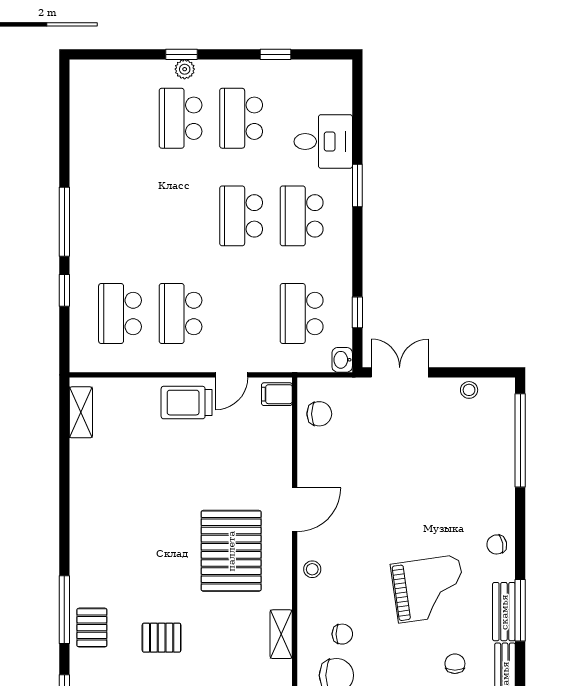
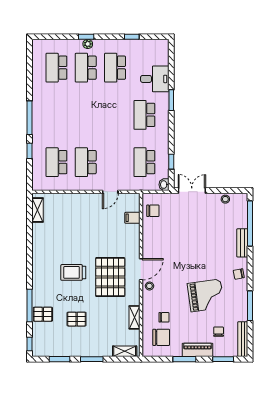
school desk: (241, 216) -> (56, 68), moved
filing cabinet: (277, 394) -> (132, 218), moved
trolley: (187, 403) -> (73, 272), moved
door: (295, 510) -> (141, 269), moved
bench: (504, 612) -> (242, 243), moved
pallet: (92, 628) -> (43, 314), turned 90

